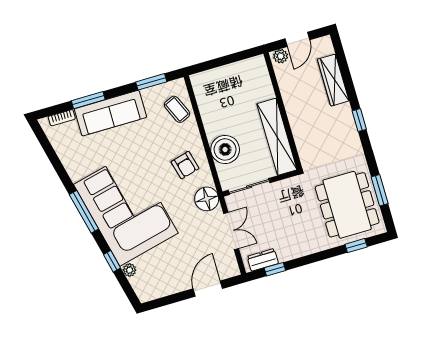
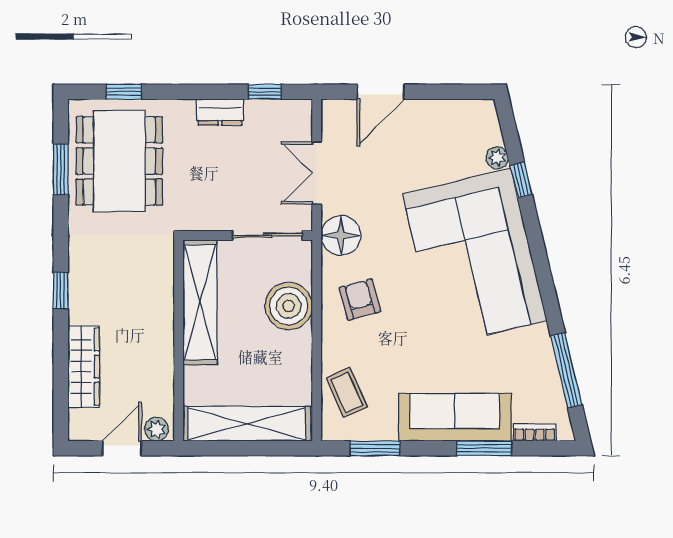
shelving: (229, 74) -> (247, 424), added
window: (84, 212) -> (566, 370), moved
dresser: (263, 260) -> (220, 112), moved

